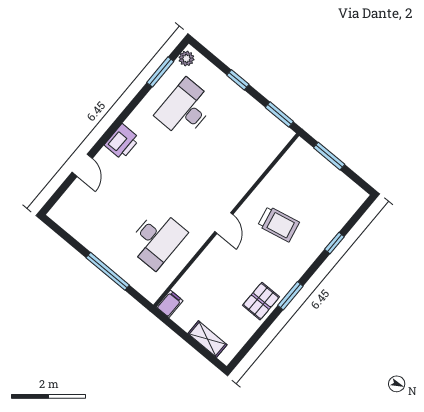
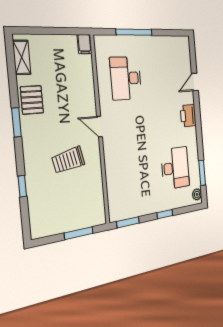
door: (82, 165) -> (195, 82), hinge flipped
shelving: (207, 339) -> (22, 57), moved, turned 90

